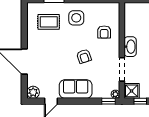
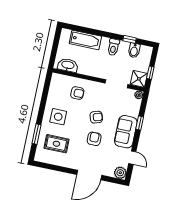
rug: (49, 22) -> (56, 144), turned 90
washbasin: (130, 47) -> (68, 65), moved
armchair: (62, 59) -> (94, 139), added
window: (108, 101) -> (140, 123), moved

